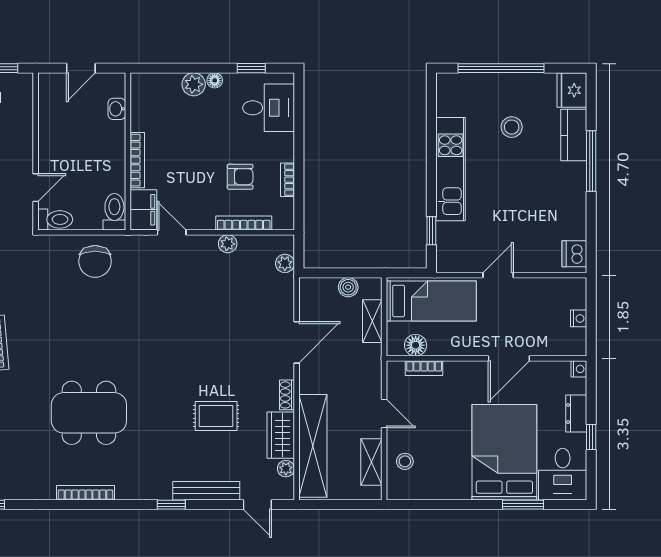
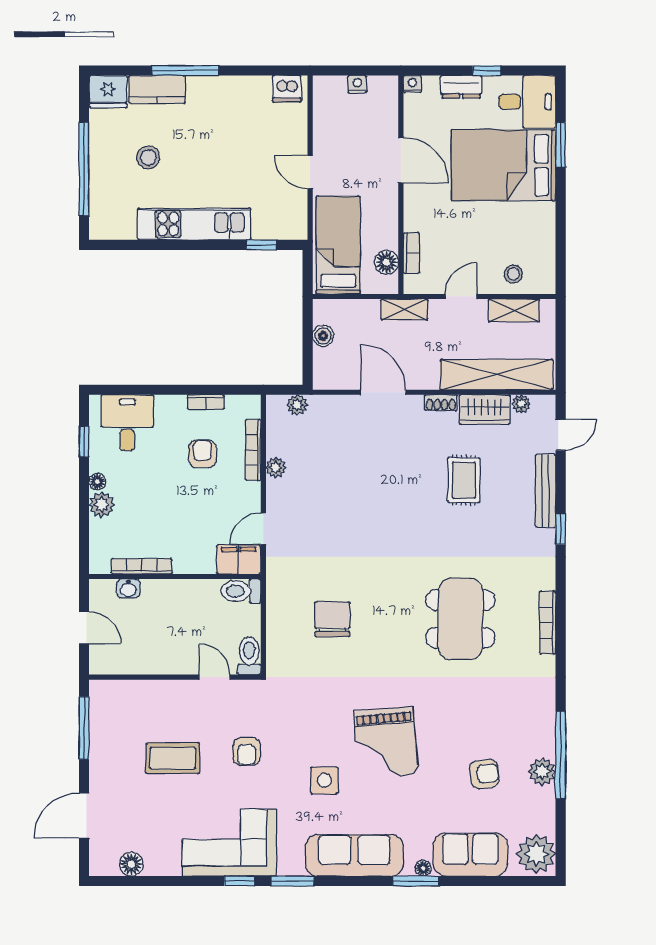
bookcase: (137, 160) -> (142, 566), moved
chair: (95, 261) -> (332, 619), moved, turned -90
shelving: (372, 321) -> (404, 309), moved

